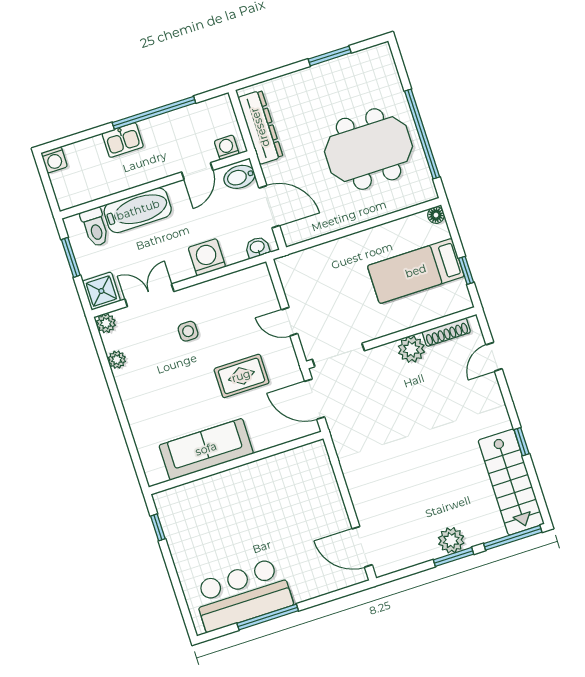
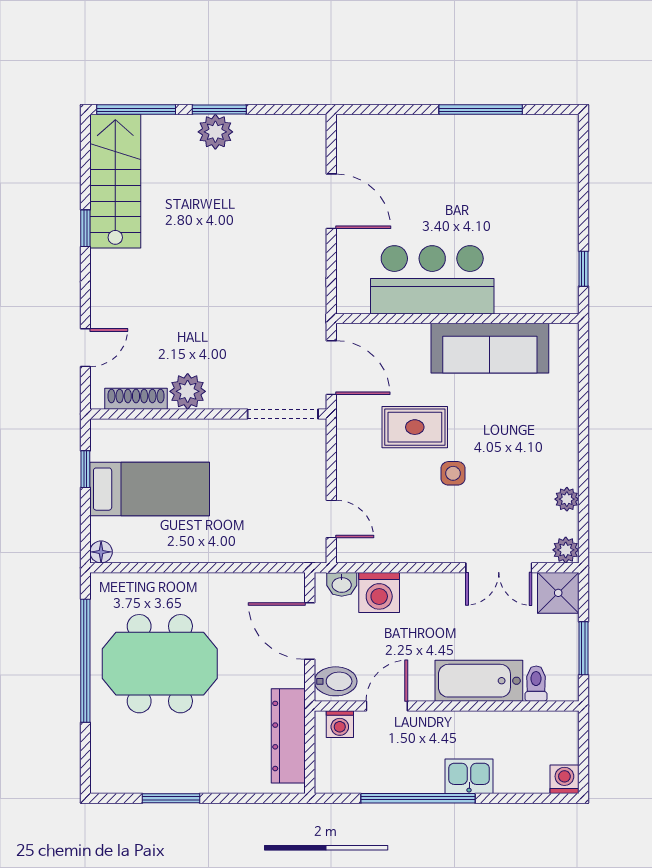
toilet: (95, 227) -> (536, 684), width x0.73, depth x0.72
washing machine: (207, 257) -> (379, 592), moved
door: (289, 322) -> (331, 519), moved
side table: (188, 331) -> (453, 473), moved
door: (362, 547) -> (331, 201), moved
bar counter: (242, 595) -> (432, 280), moved, turned 180

